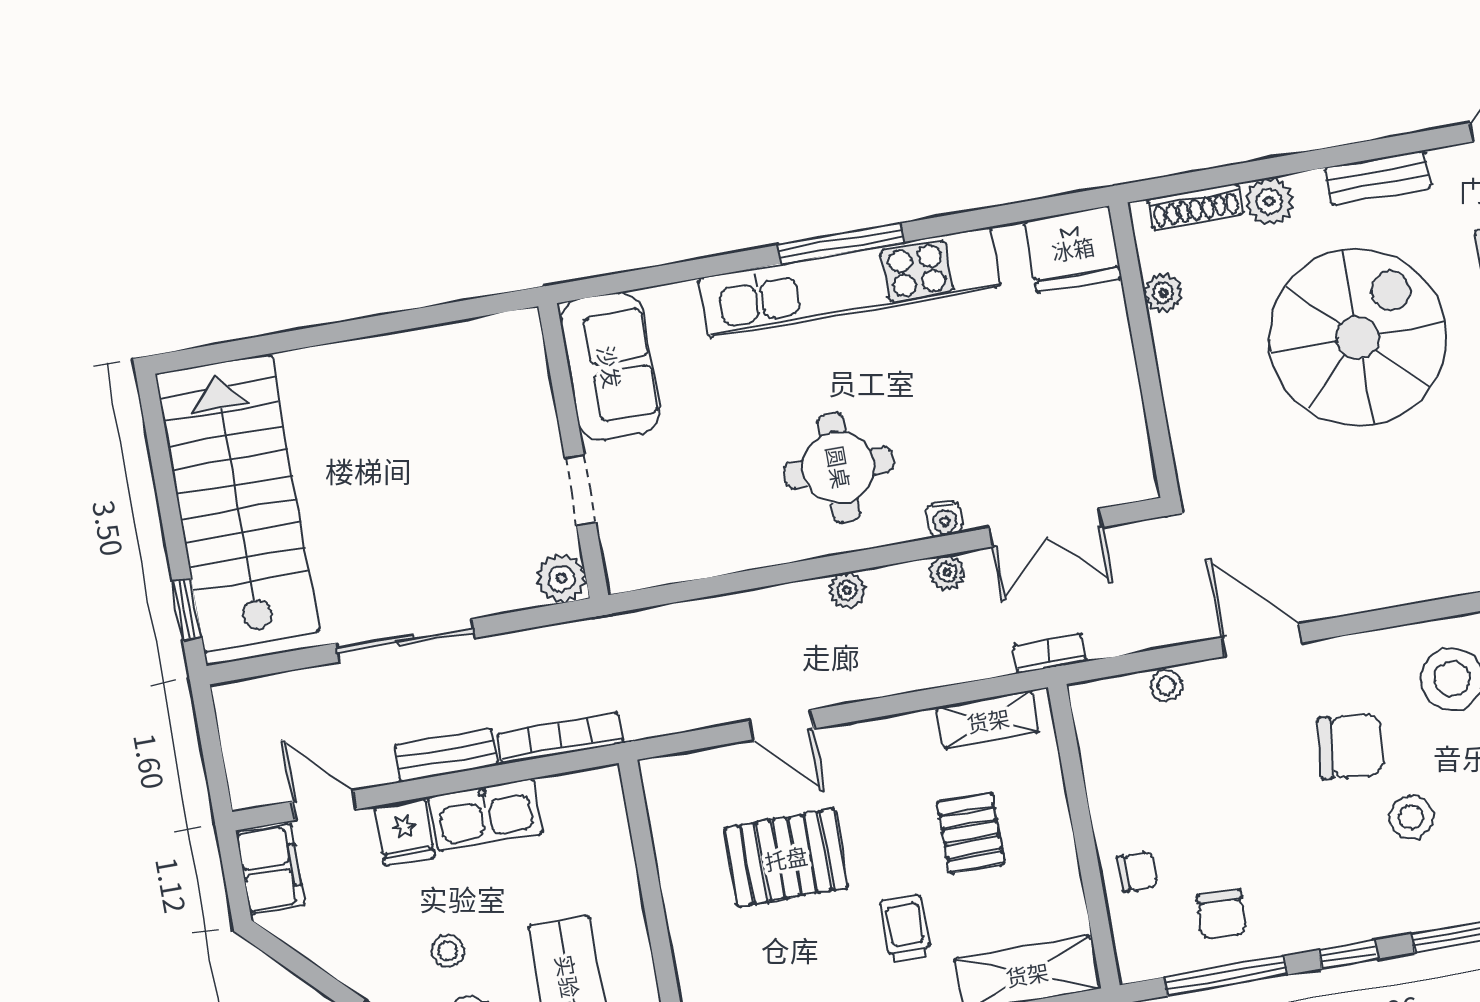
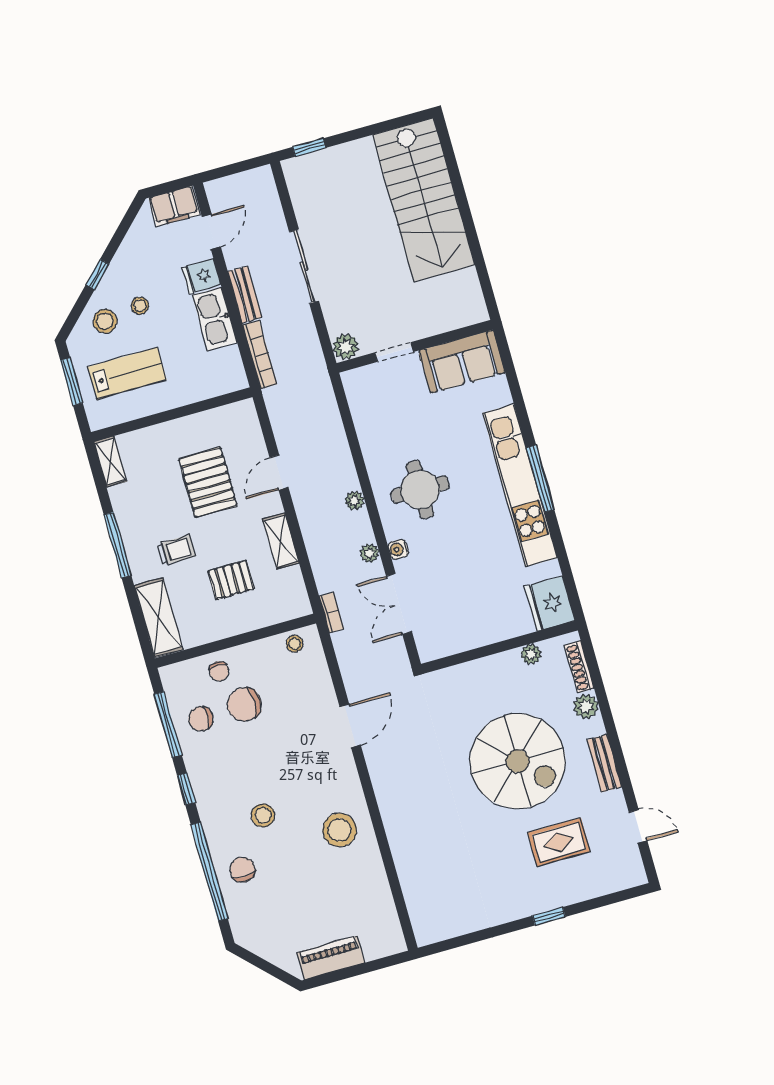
stairs: (238, 503) -> (424, 200), moved, turned 90
stool: (1166, 686) -> (295, 644), moved
shelving: (988, 720) -> (281, 541), moved
chair: (1350, 746) -> (244, 704), moved, turned 84

